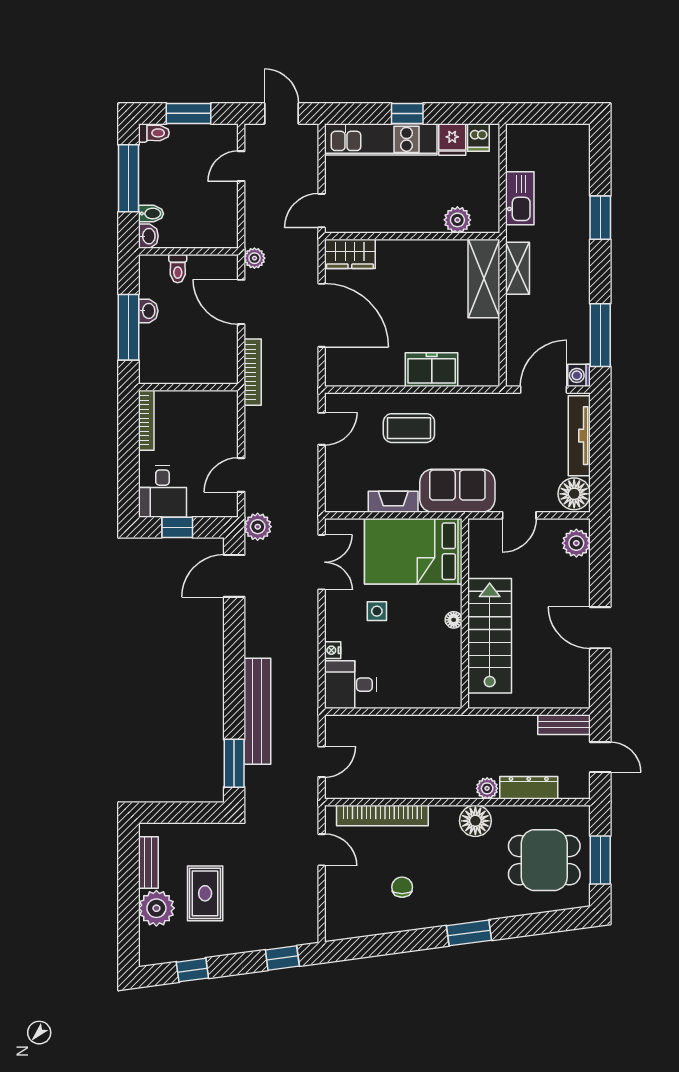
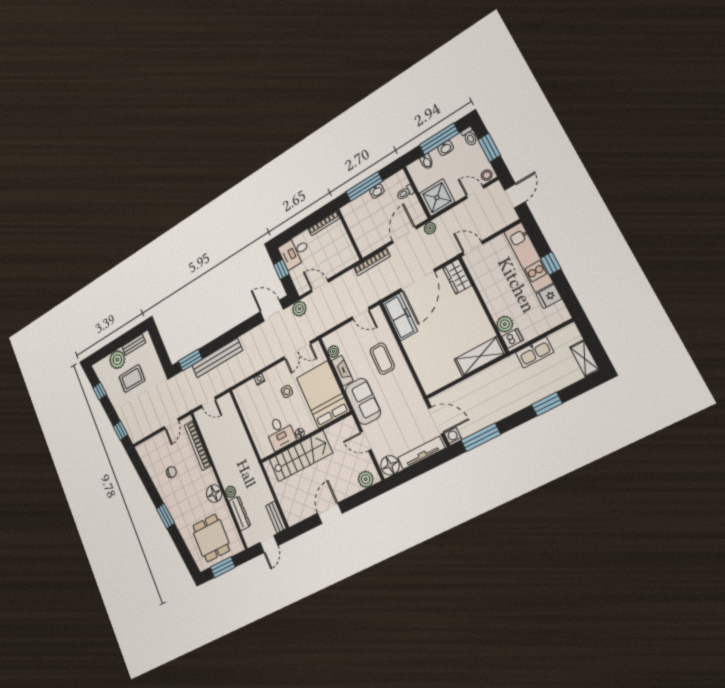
stool: (227, 137) -> (487, 175), added
dishwasher: (478, 137) -> (513, 338), moved, turned 180
shower: (215, 225) -> (437, 198), added
washbasin: (148, 236) -> (445, 148), moved
shelving: (517, 268) -> (585, 358), moved, turned 90
freezer: (432, 370) -> (400, 317), moved, width x1.40
plant: (356, 502) -> (333, 351), added
desk: (350, 685) -> (280, 433), moved, turned 180

